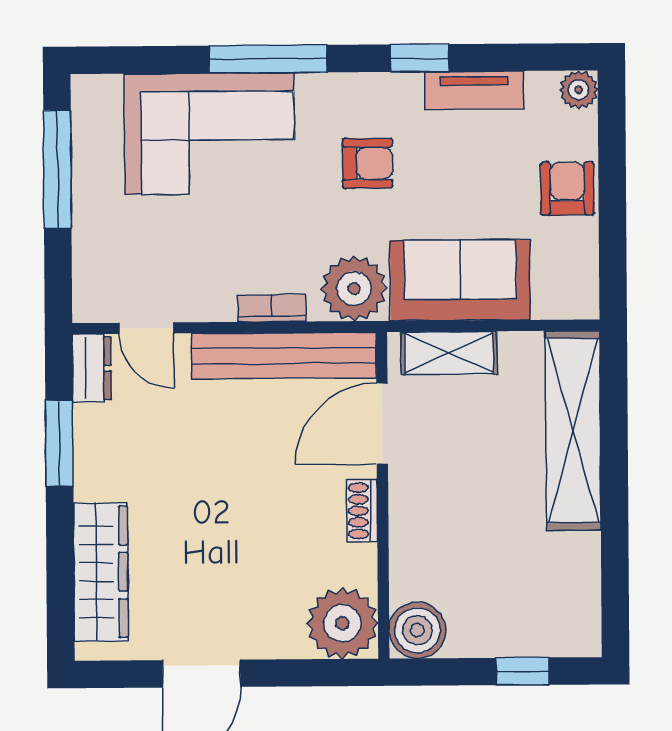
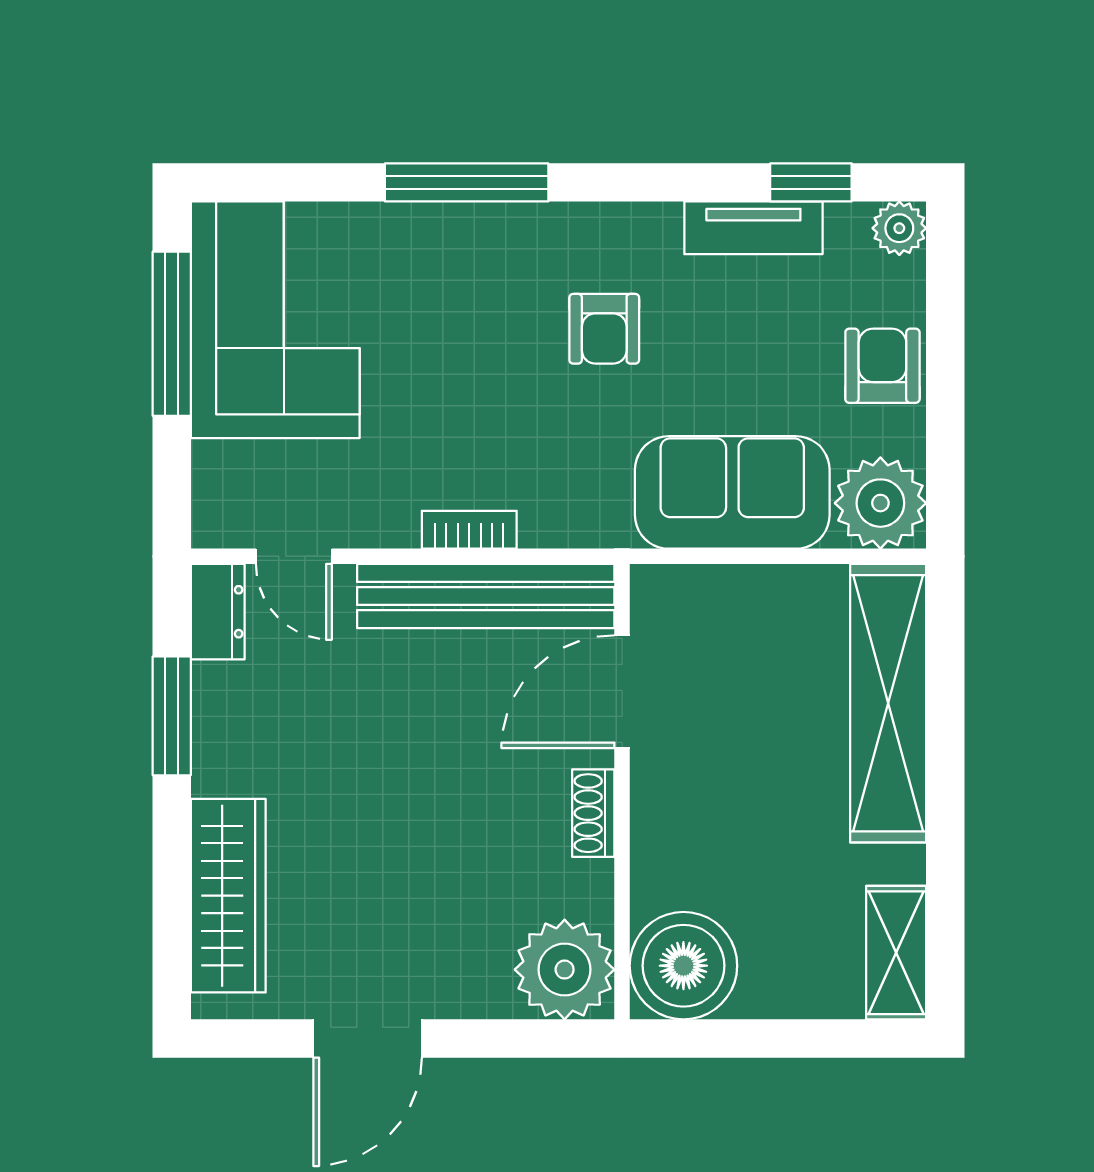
window: (420, 58) -> (811, 182), moved
corner sofa: (209, 134) -> (275, 320), moved, turned -90
armchair: (368, 163) -> (604, 329), turned 90
plant: (354, 288) -> (880, 503), moved
shelving: (449, 353) -> (896, 953), moved, turned 90
boiler: (417, 630) -> (683, 966), width x1.37, depth x1.37
window: (523, 671) -> (815, 1038), removed

